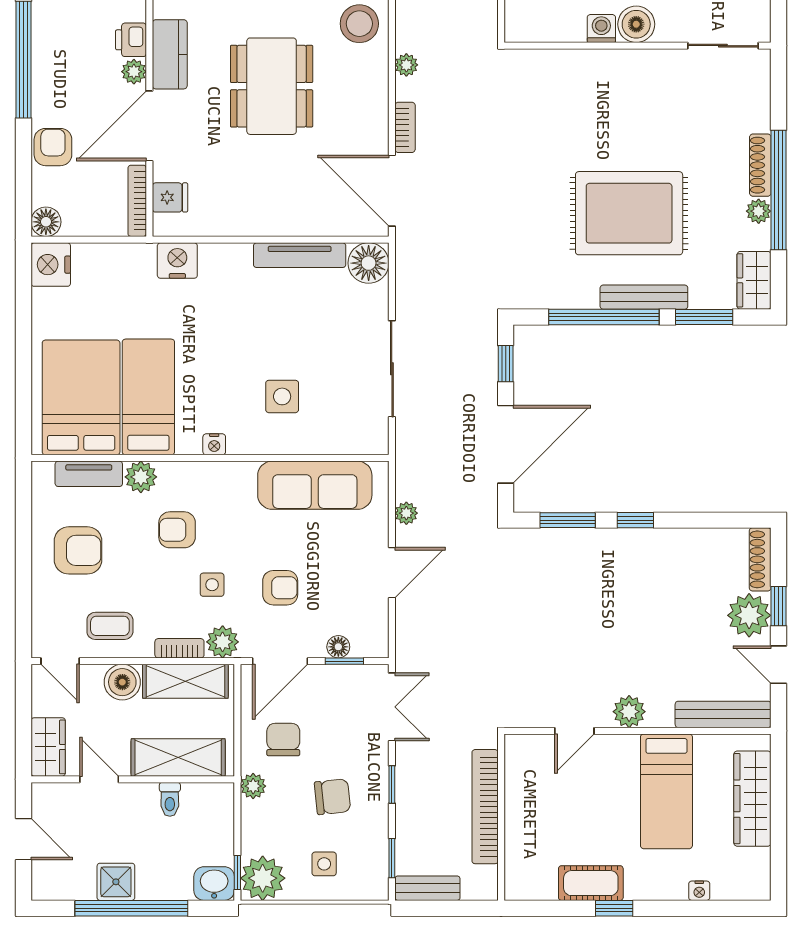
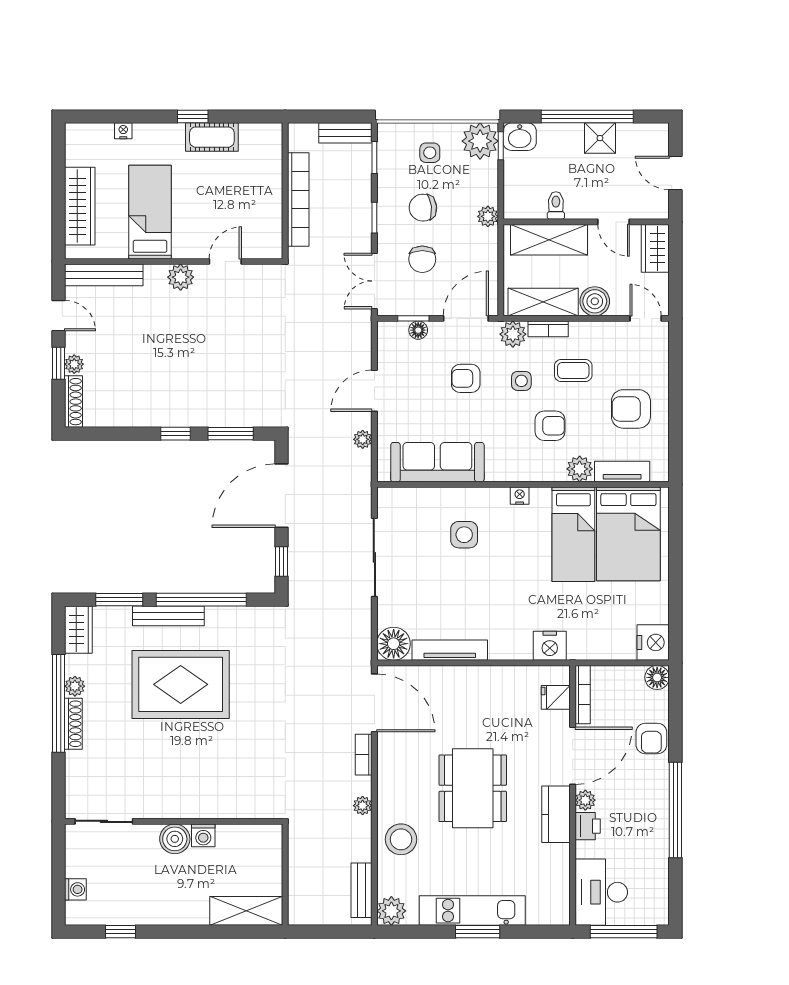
plant: (749, 615) -> (74, 364), width x0.53, depth x0.53
coffee table: (110, 626) -> (573, 370), moved
chair: (283, 740) -> (422, 259), moved

